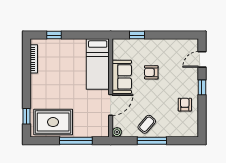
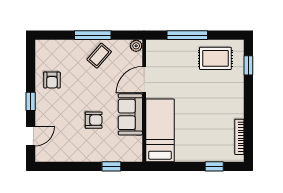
rug: (53, 122) -> (215, 58), width x0.73, depth x0.70

